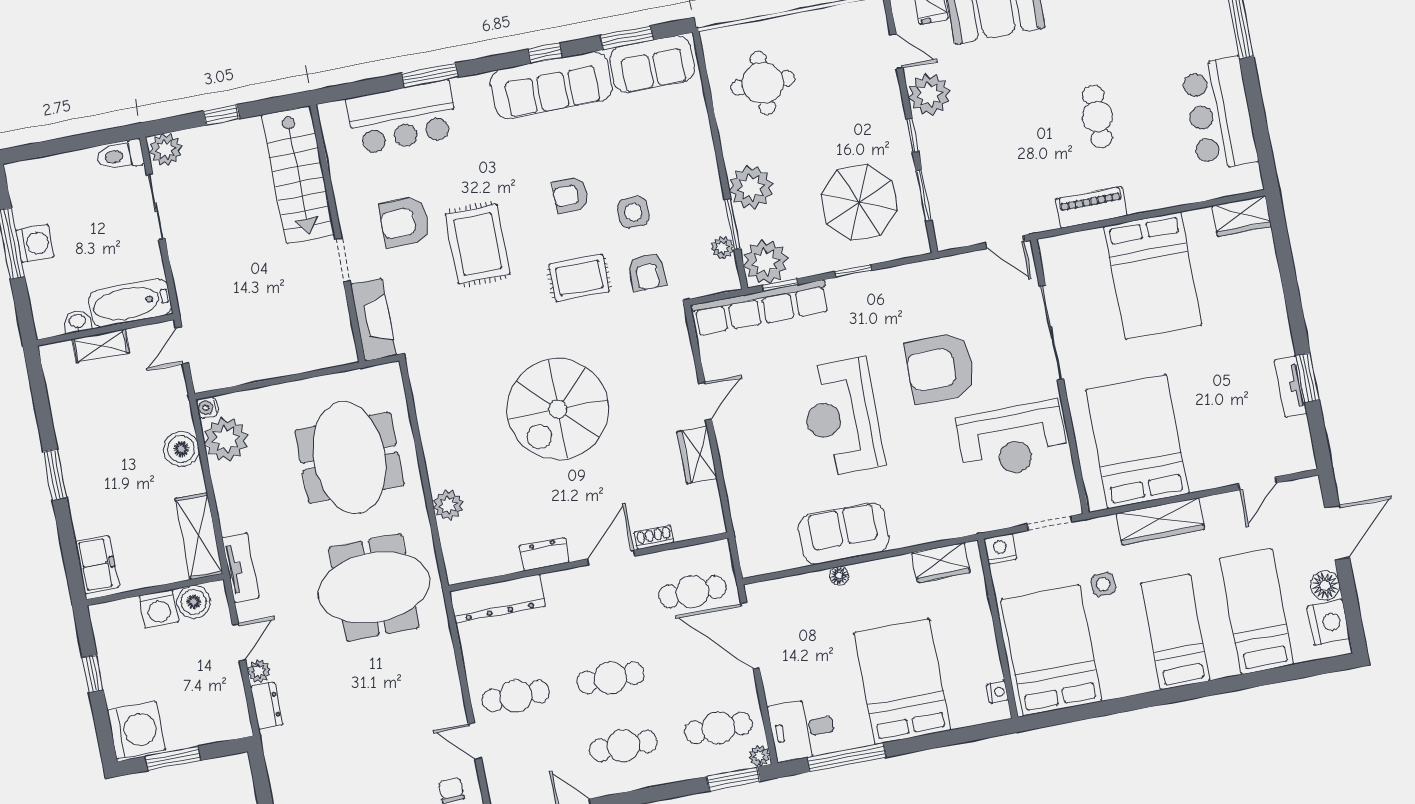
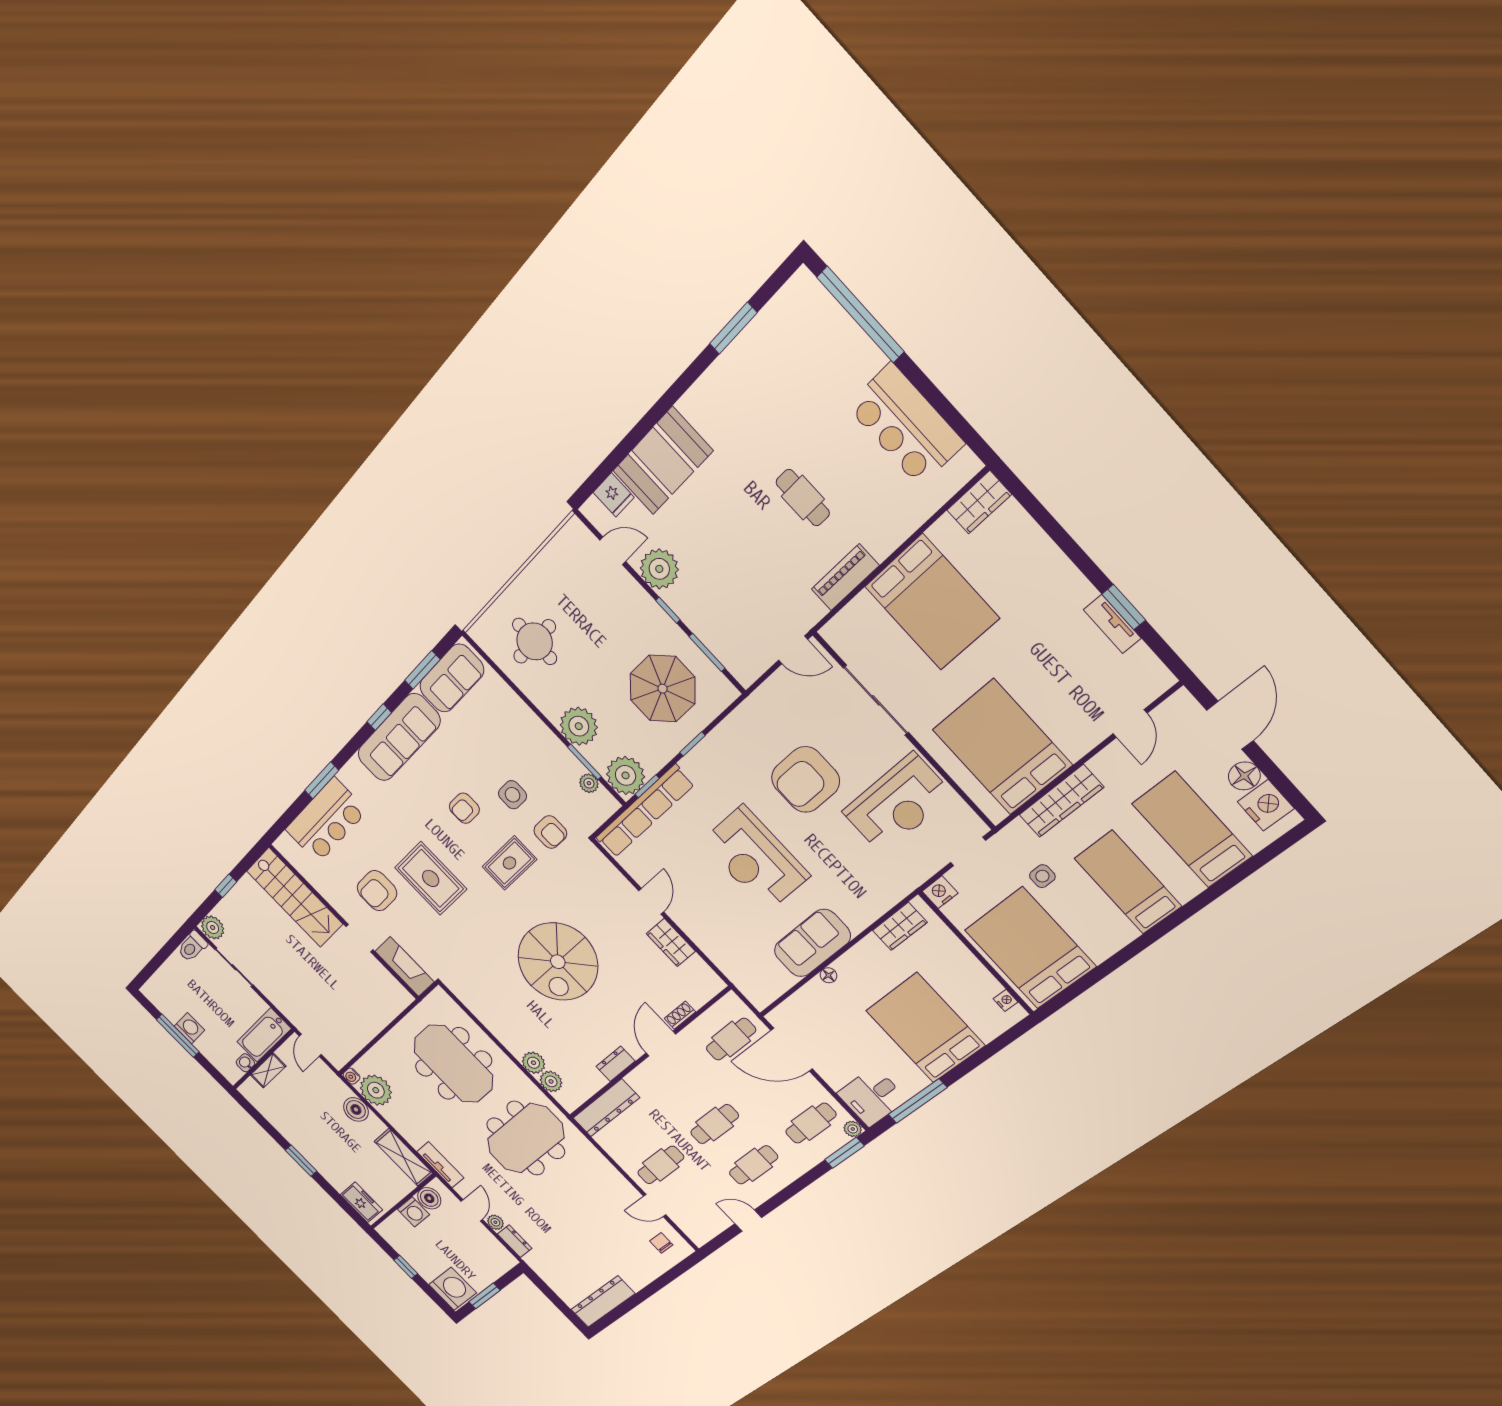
plant: (454, 537) -> (551, 1081), added

